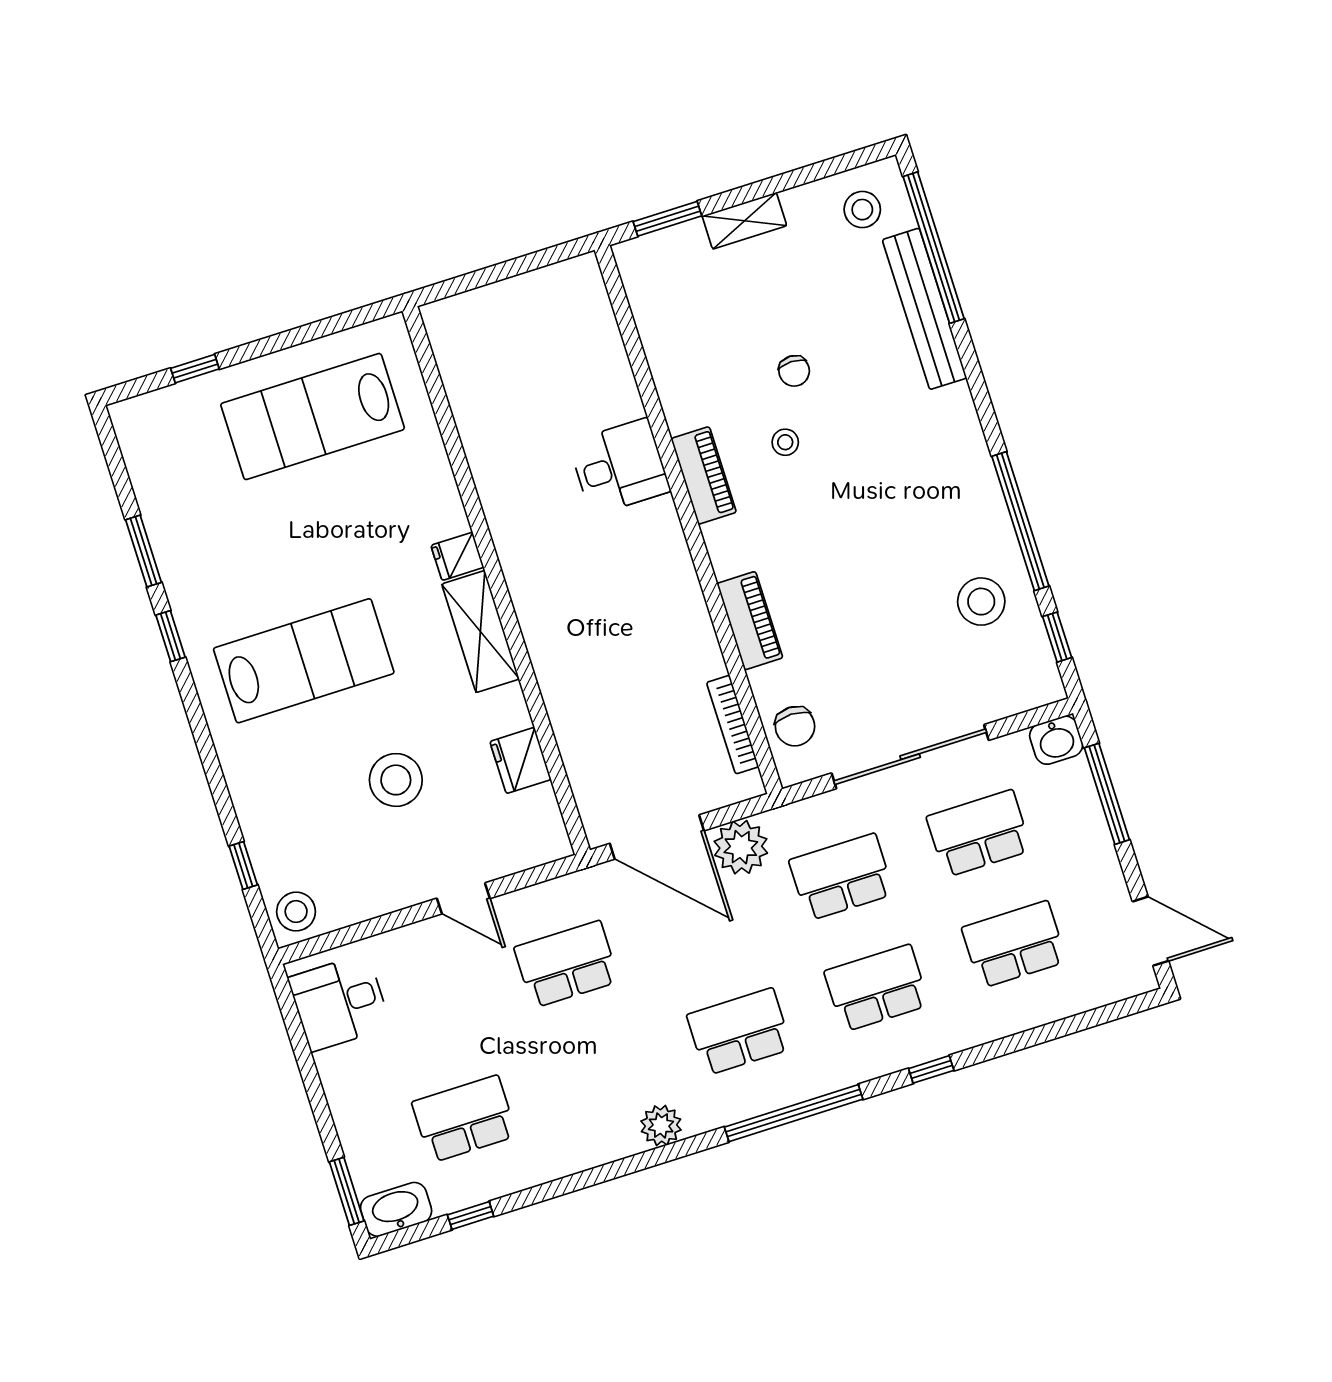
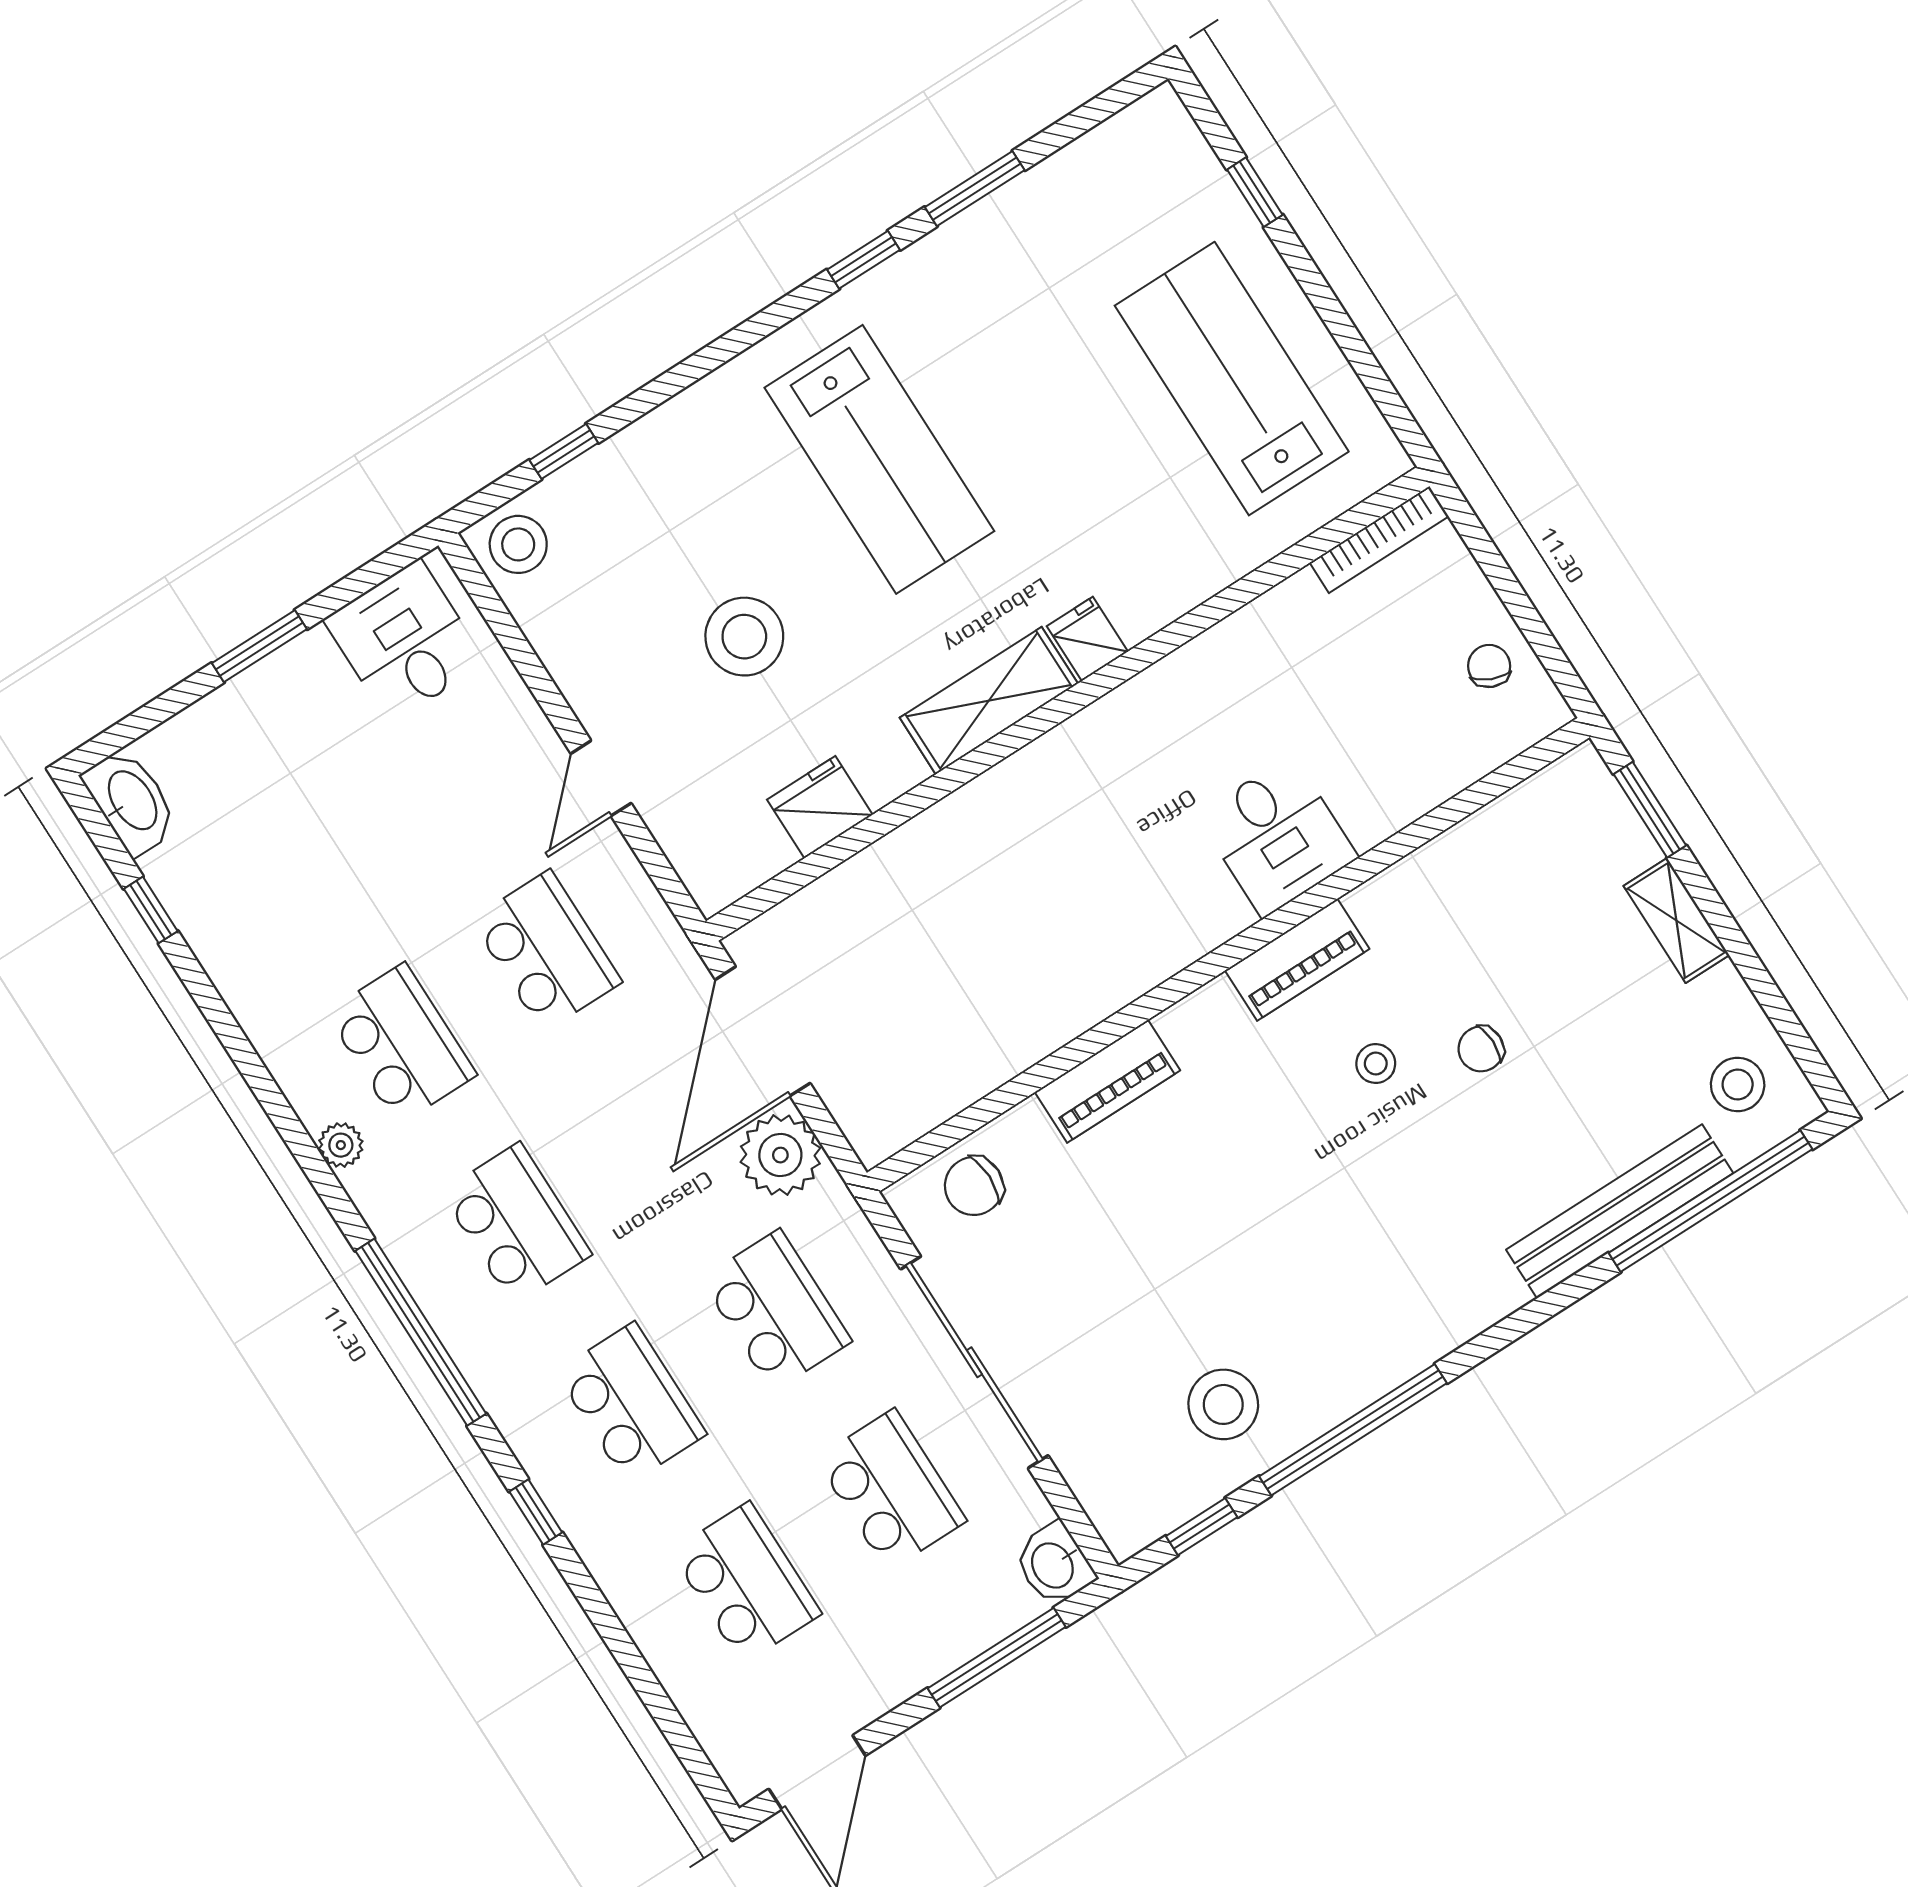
chair: (545, 299) -> (1489, 666), added
bookcase: (733, 725) -> (1379, 539), moved, turned 180
school desk: (464, 1119) -> (401, 1044), moved
plant: (661, 1125) -> (341, 1145), width x0.73, depth x0.73
window: (347, 1191) -> (259, 646), moved

